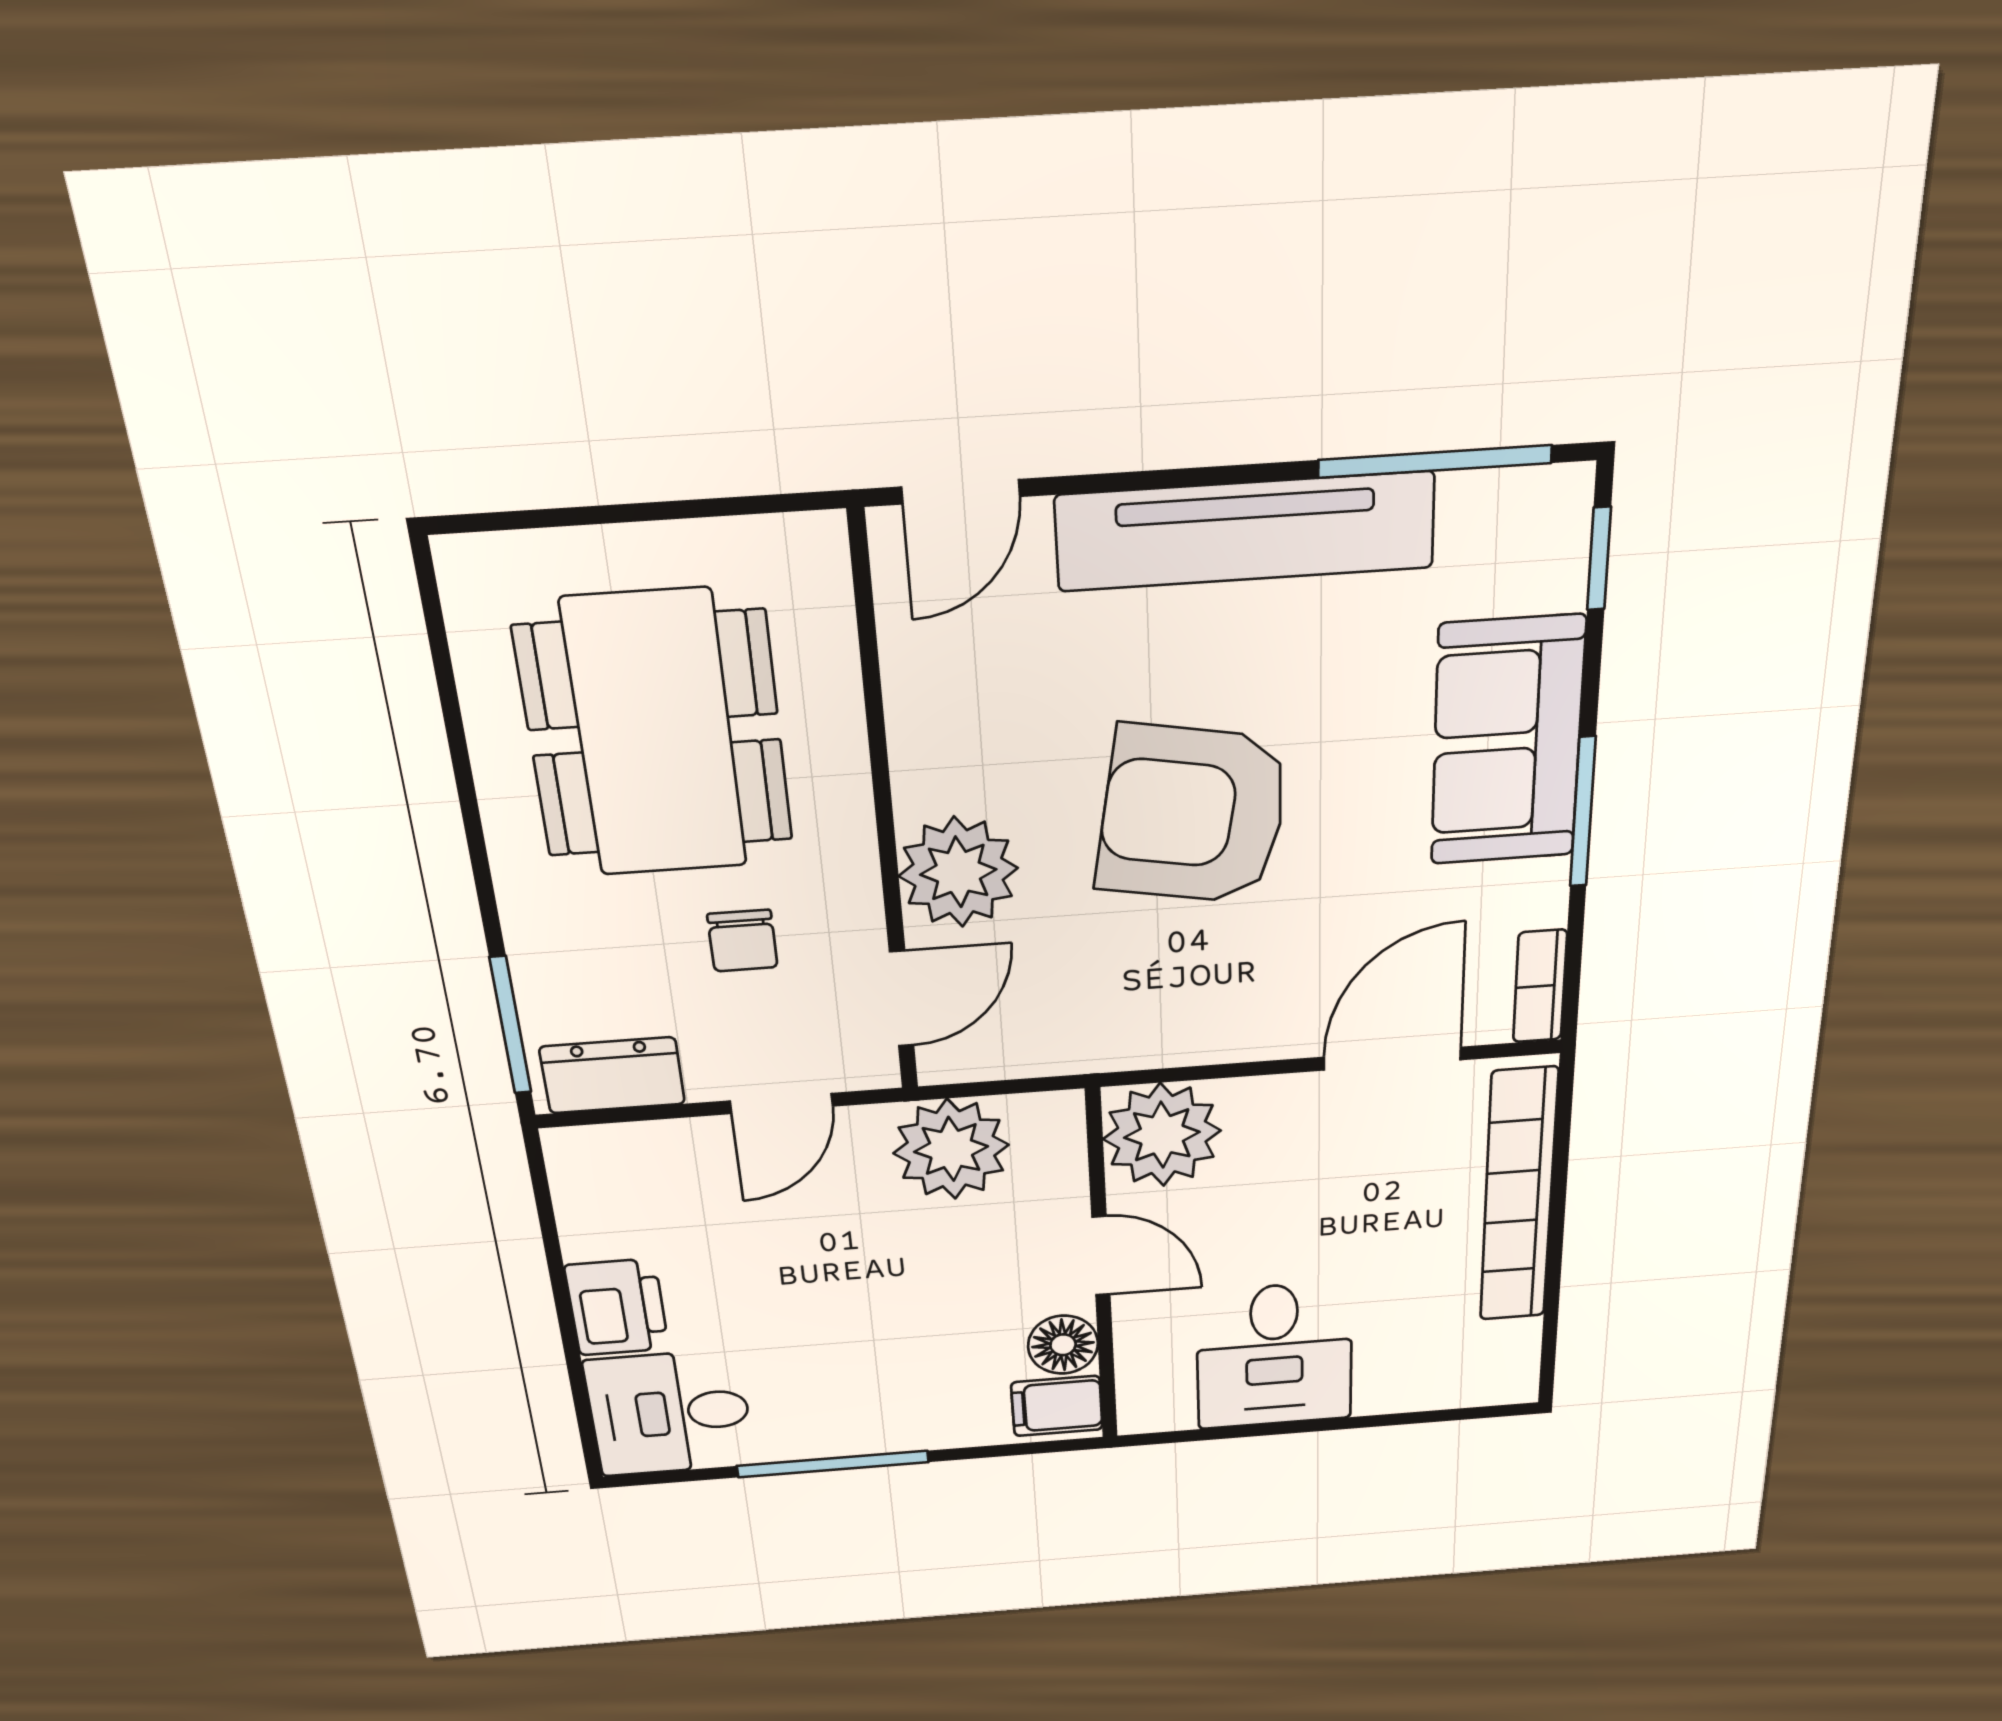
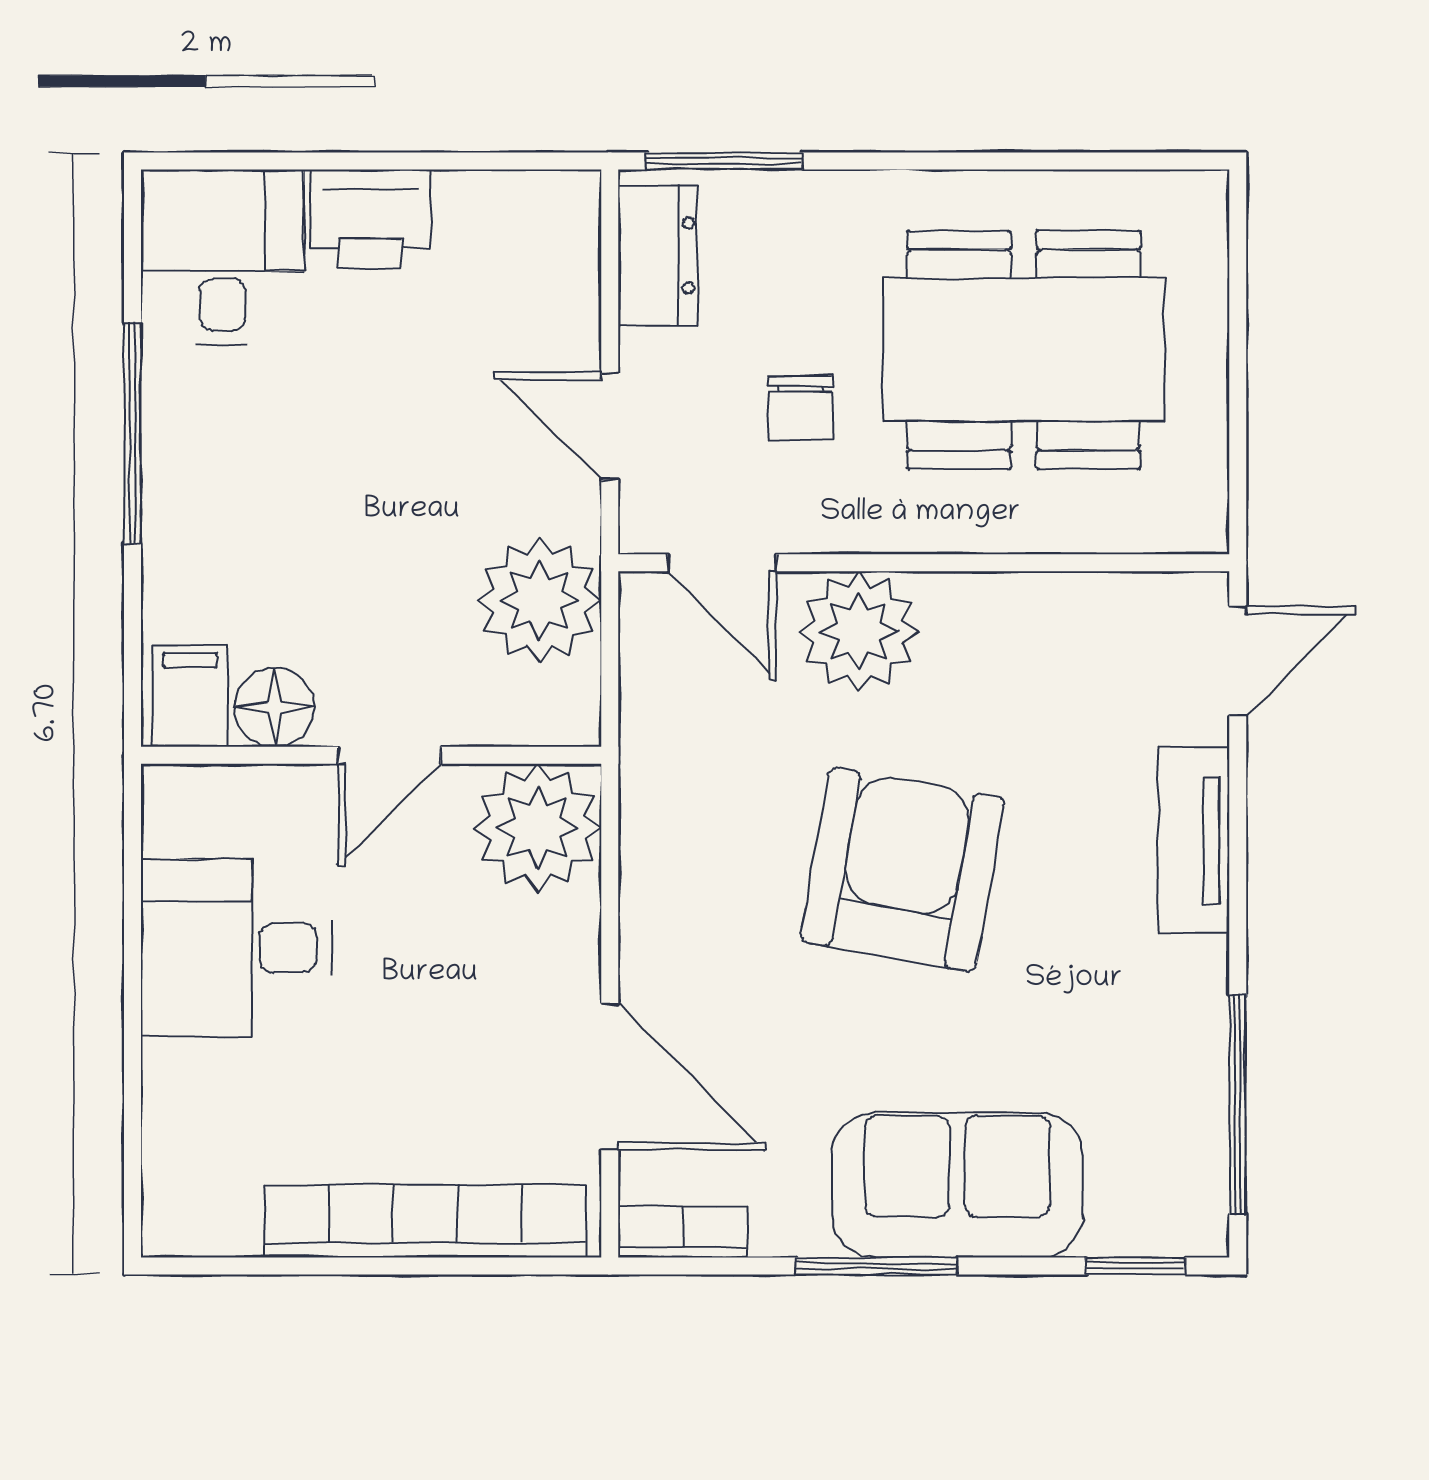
door: (961, 492) -> (1238, 661), swing flipped
tv unit: (1245, 532) -> (1194, 840), width x0.52, depth x0.78
chair: (742, 941) -> (800, 408), turned -90

